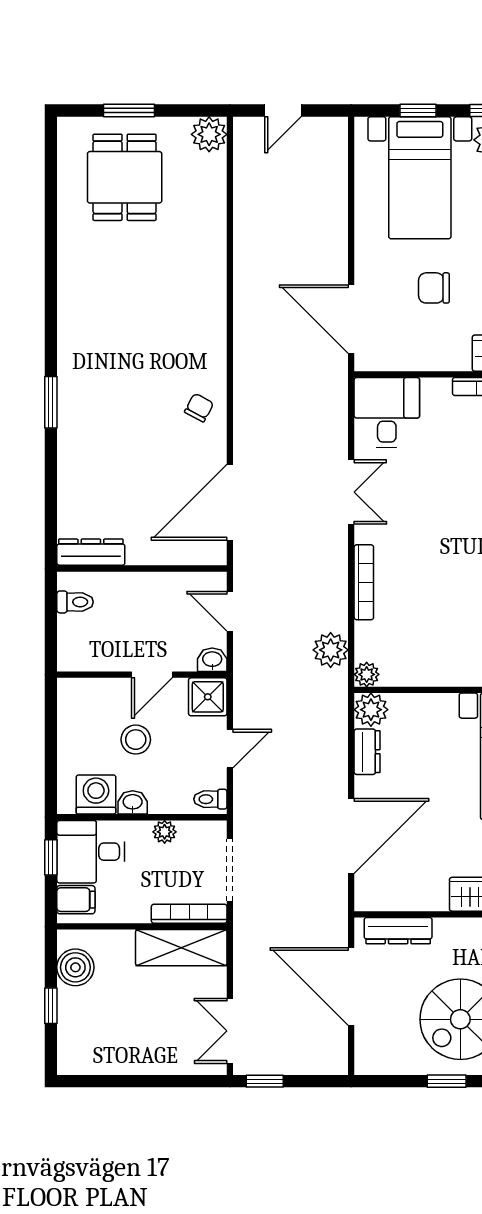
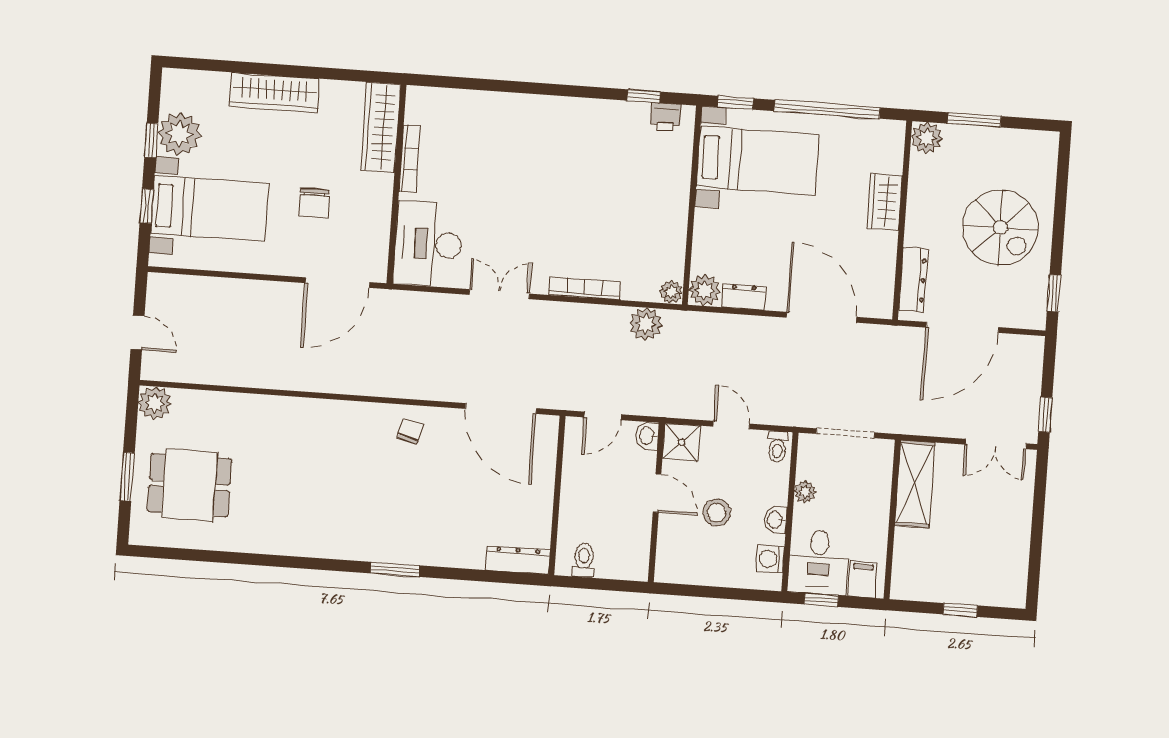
chair: (199, 408) -> (410, 431), turned 77
desk: (387, 413) -> (428, 244), width x1.37
dresser: (91, 552) -> (518, 560), moved, turned 90
washing machine: (96, 794) -> (770, 559), width x0.73, depth x0.73
bookcase: (189, 914) -> (883, 474), removed
boiler: (75, 967) -> (926, 584), removed
window: (447, 1081) -> (1054, 293), moved

